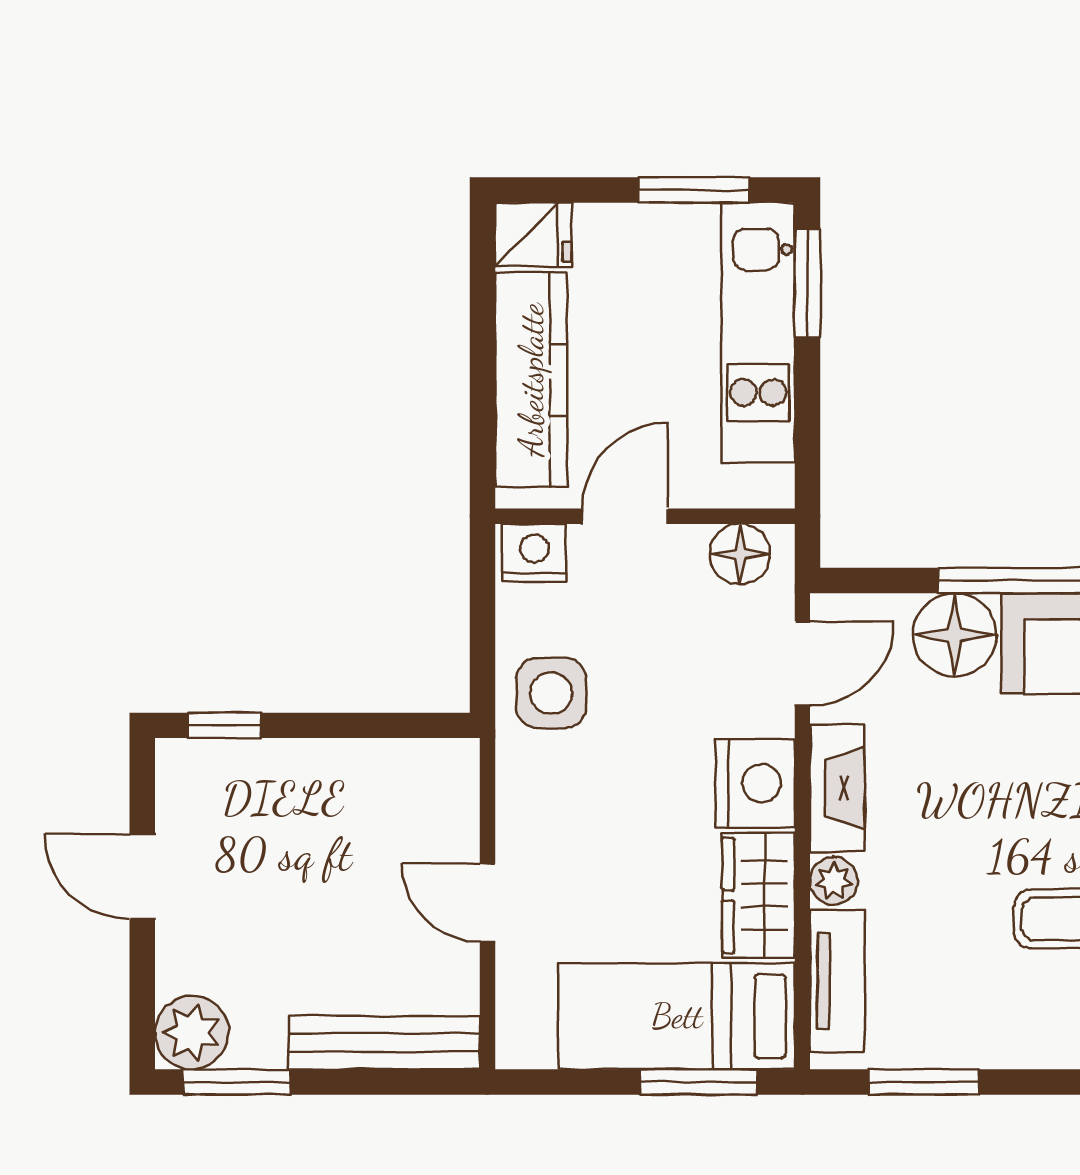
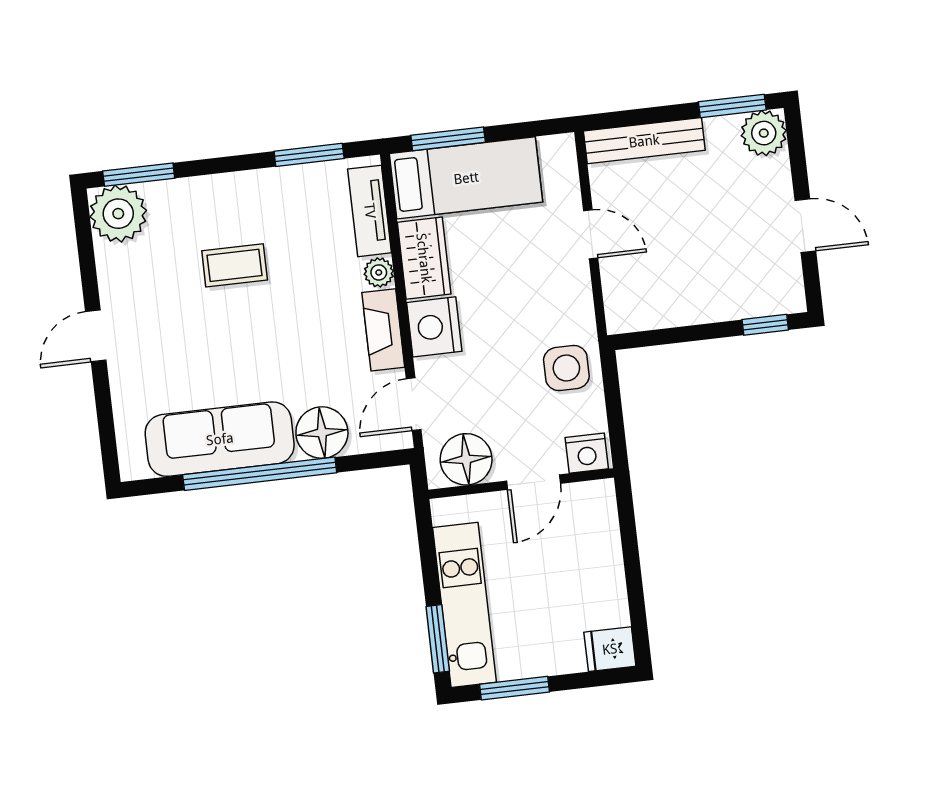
kitchen counter: (531, 380) -> (601, 559), removed
floor lamp: (740, 554) -> (466, 459), width x1.38, depth x1.38

